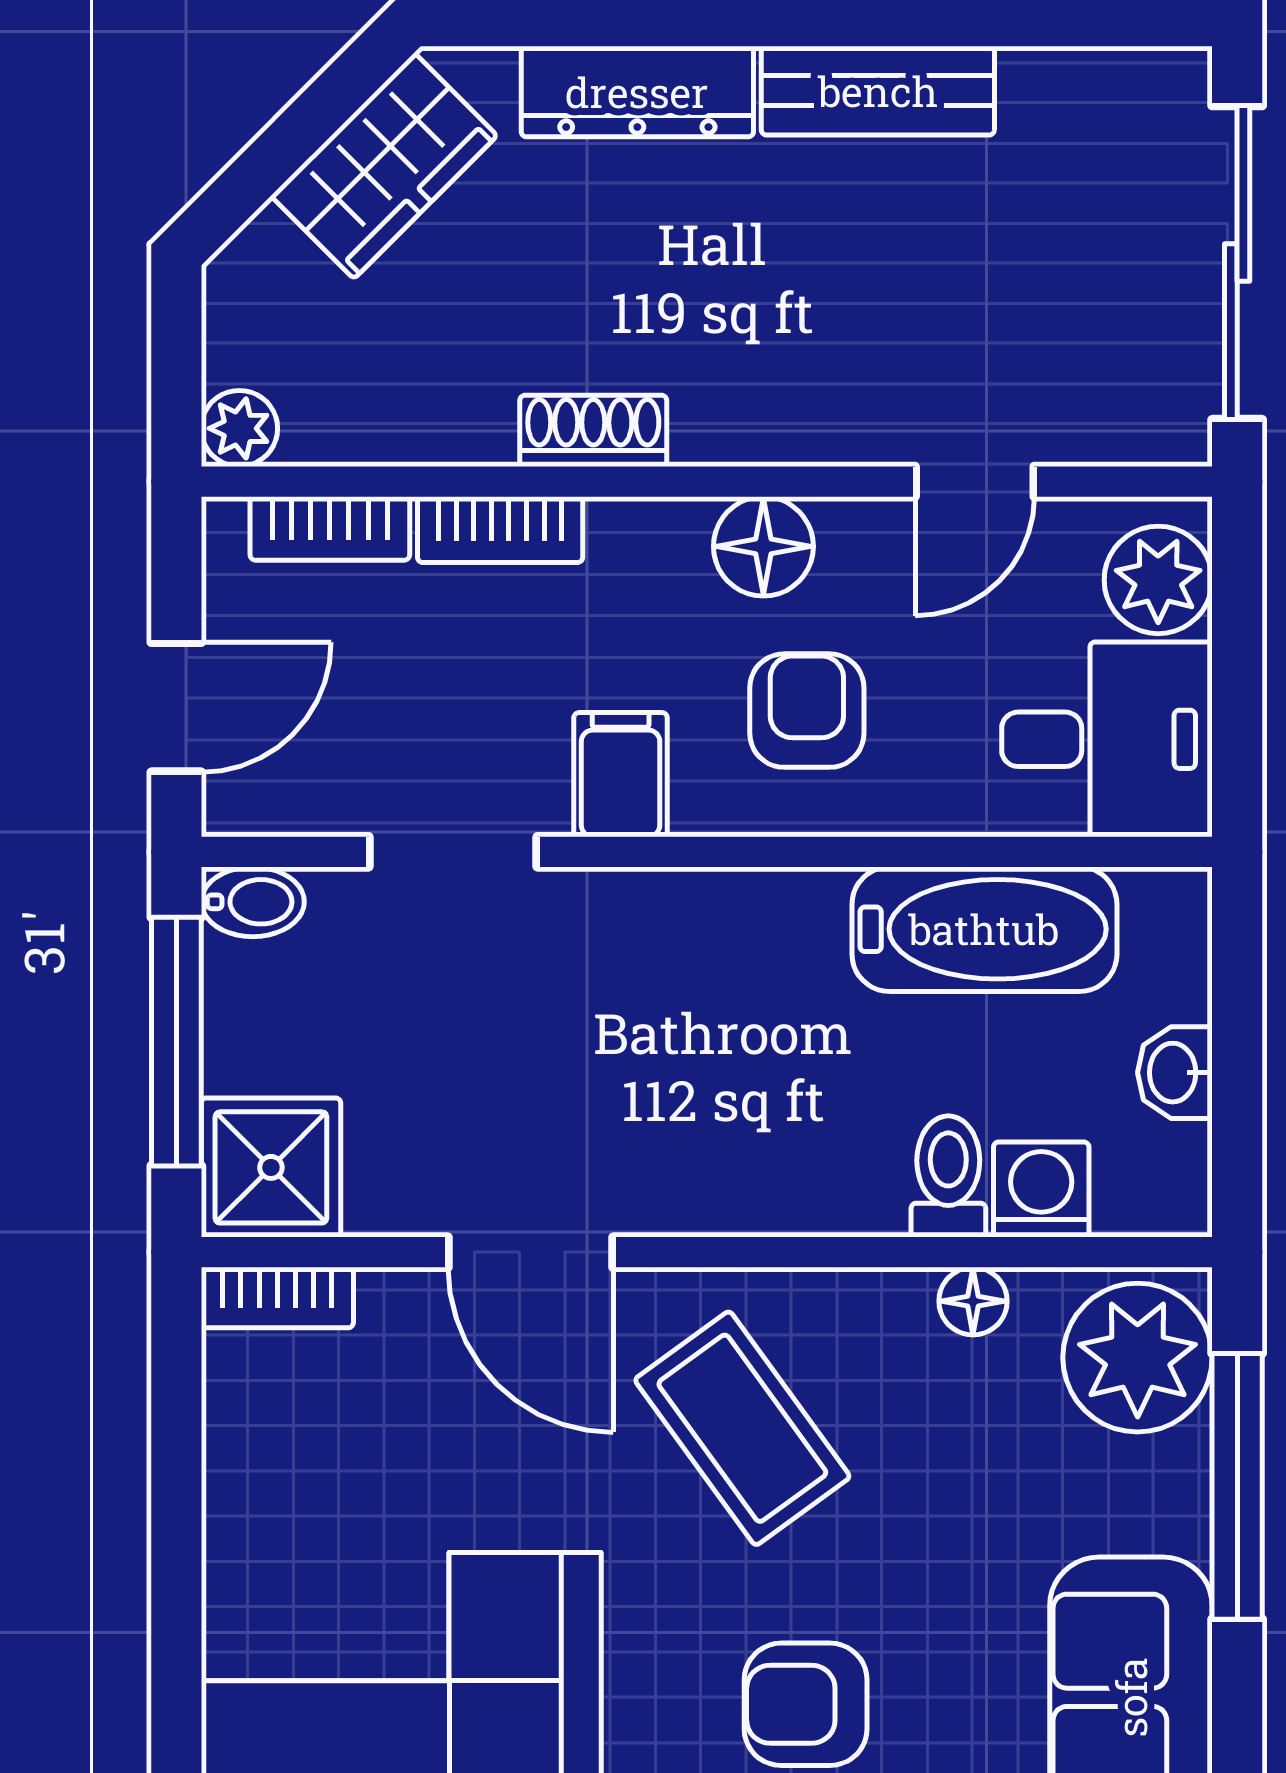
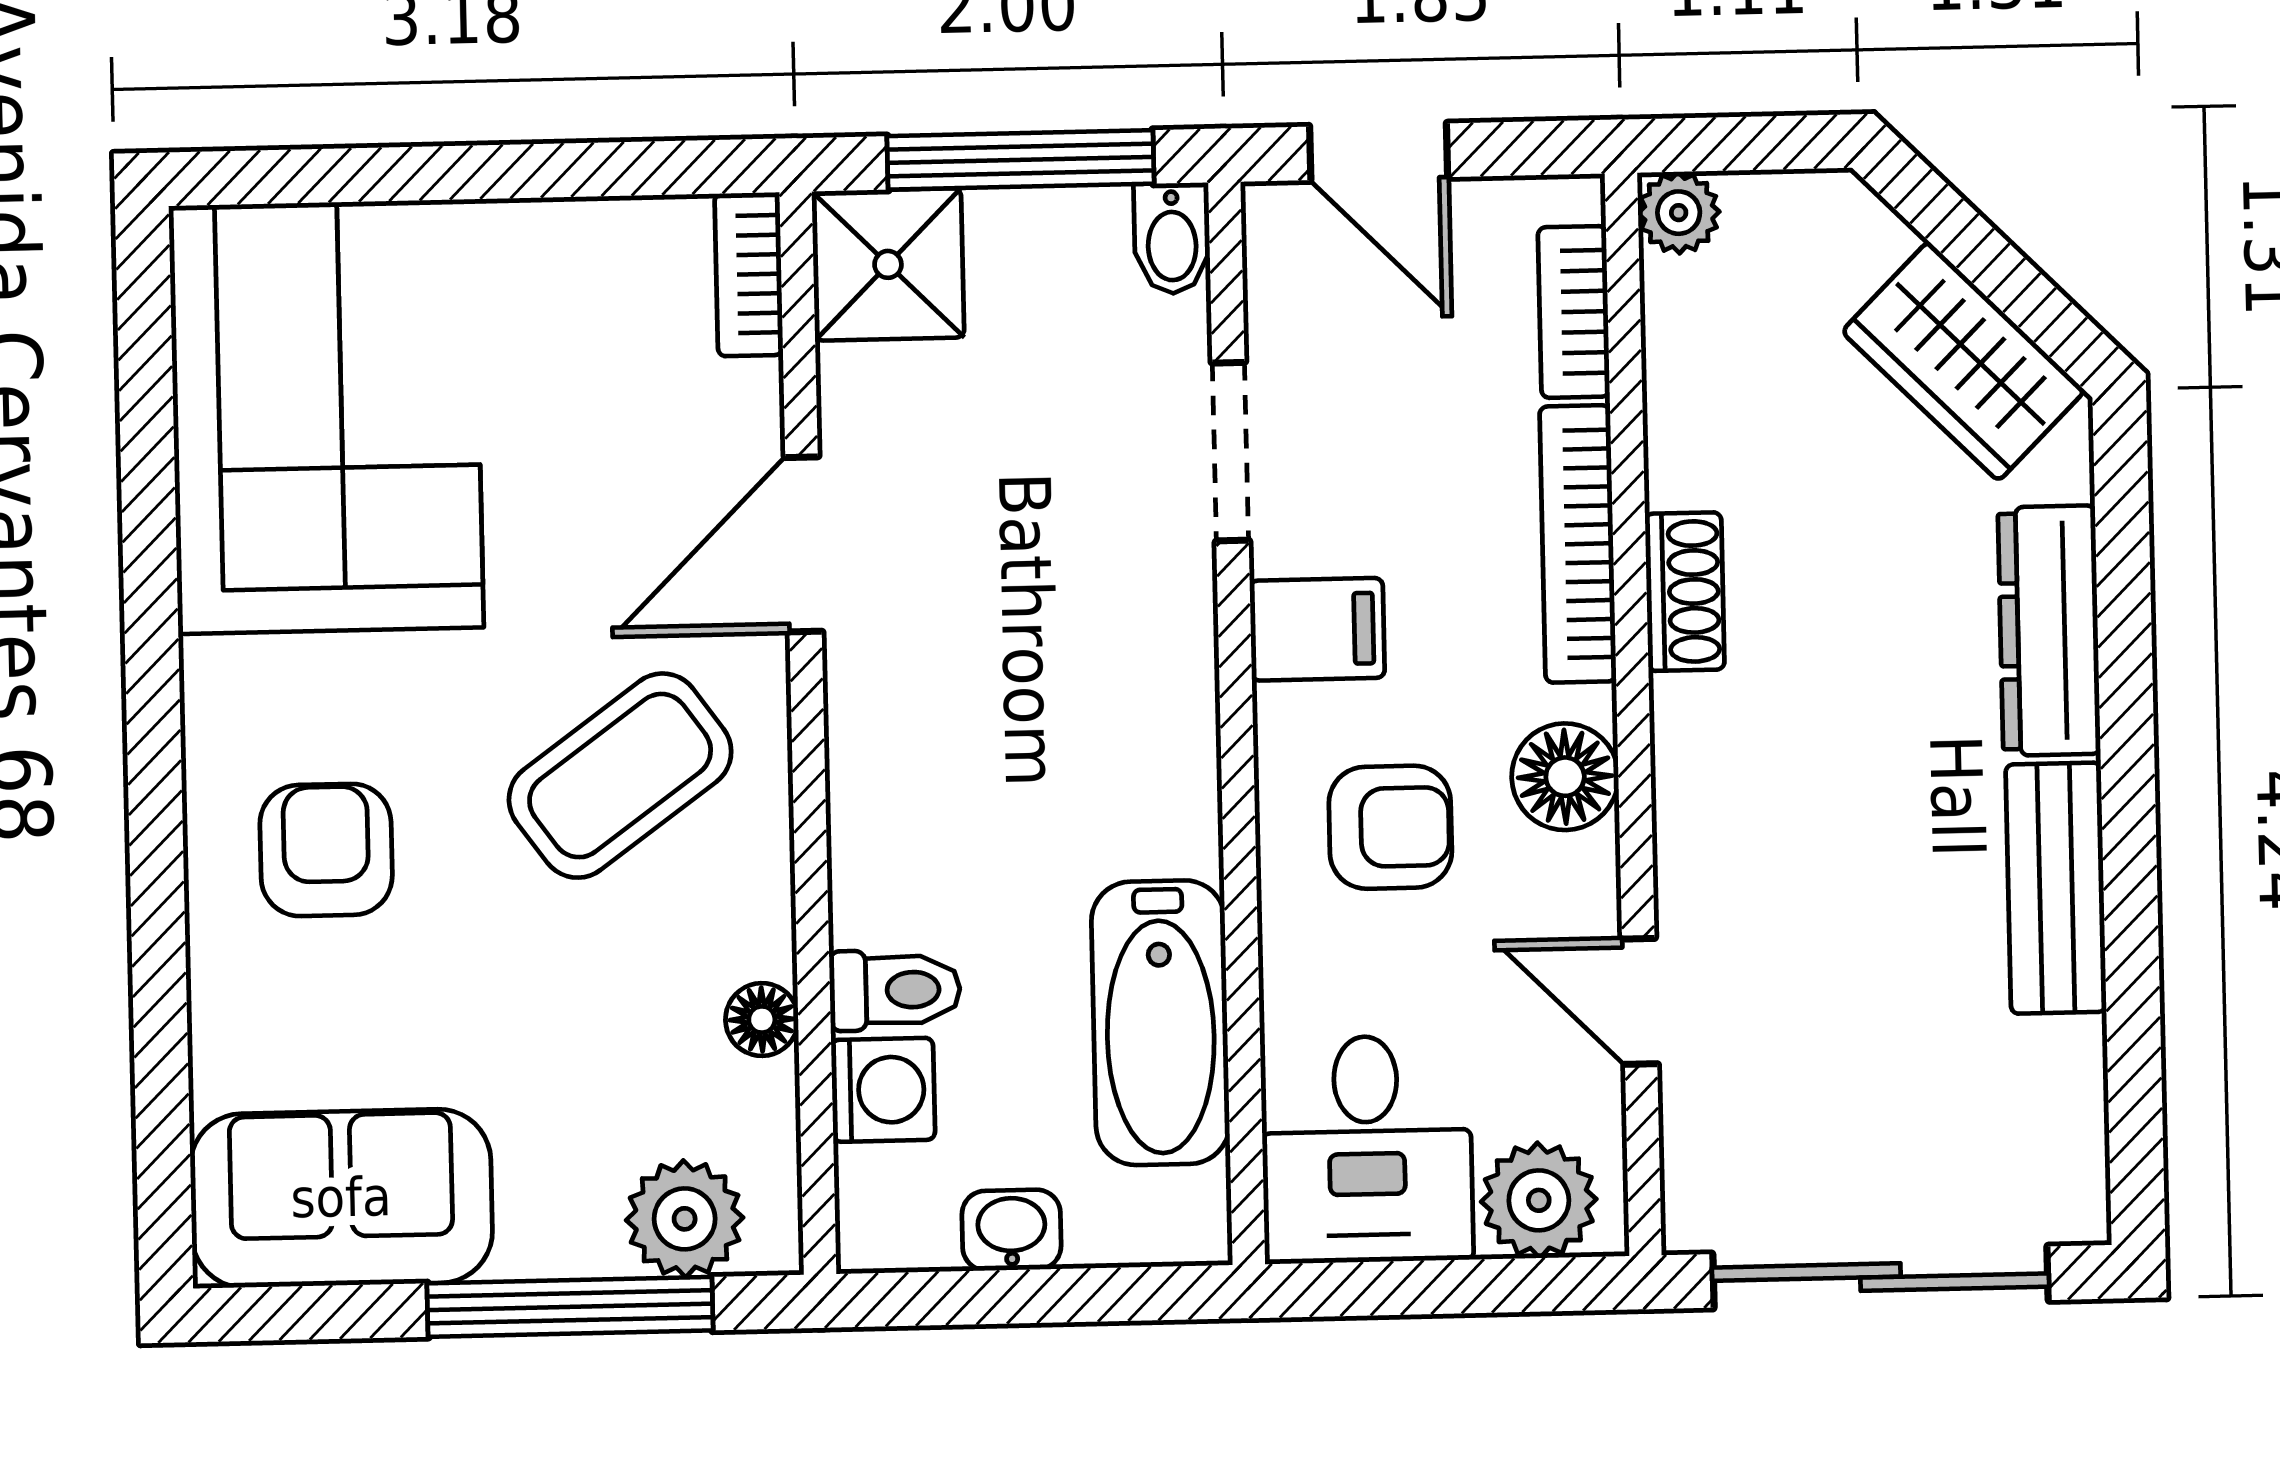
bookcase: (500, 530) -> (1578, 544), width x1.56
plant: (1138, 1358) -> (685, 1219), width x0.73, depth x0.73

